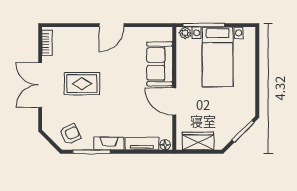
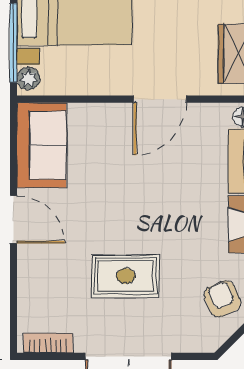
sofa: (160, 64) -> (42, 145), moved, turned -90
rug: (82, 84) -> (126, 276), turned 90

